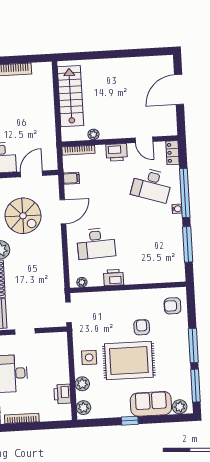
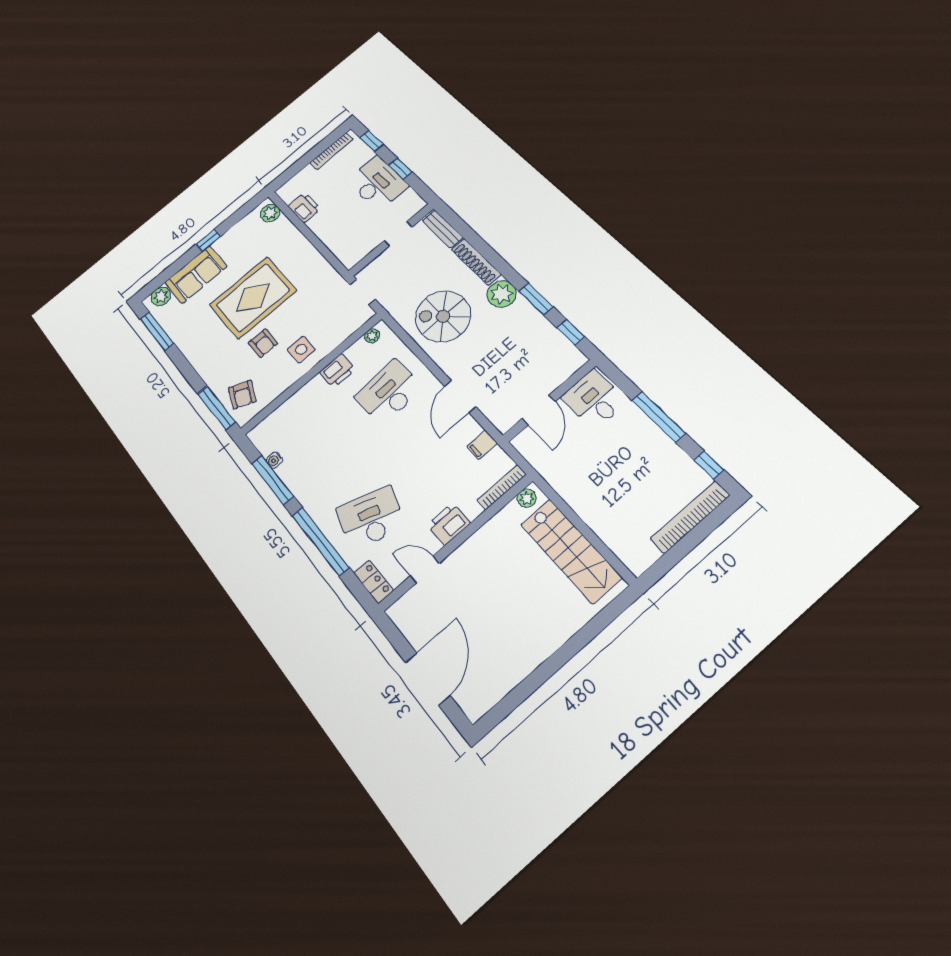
plant: (93, 134) -> (527, 498), moved
water cooler: (177, 209) -> (274, 460), moved
spiral stairs: (23, 216) -> (443, 316), moved
armchair: (172, 306) -> (242, 395), turned 113
window: (193, 346) -> (216, 408), moved
side table: (89, 357) -> (301, 350), moved
plant: (82, 384) -> (289, 234), removed

